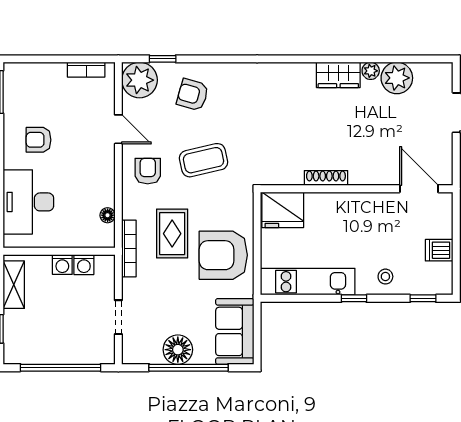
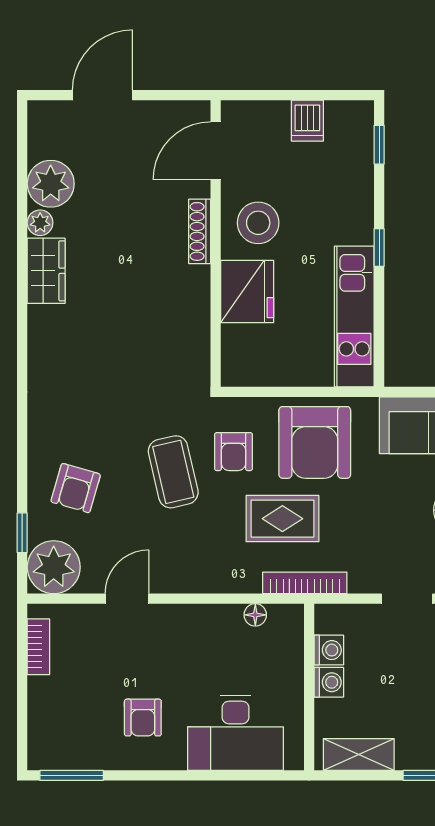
armchair: (148, 171) -> (234, 452), moved, turned -90
shoe rack: (326, 178) -> (200, 231), moved
fridge: (283, 210) -> (247, 291), moved
stool: (385, 277) -> (258, 223), moved, width x1.89, depth x1.89

